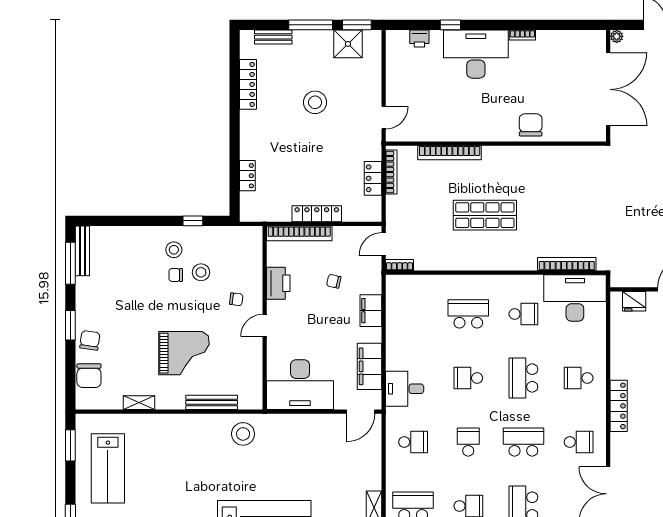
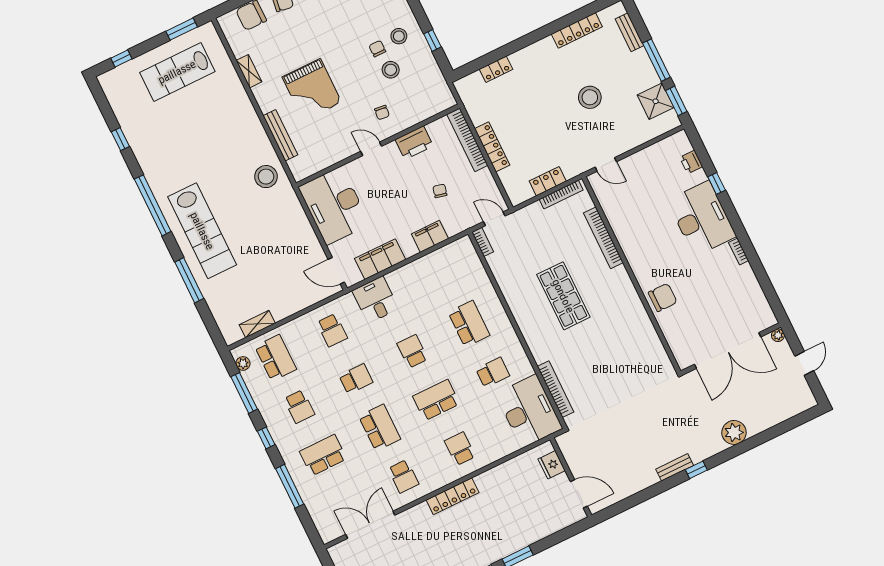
school desk: (523, 314) -> (493, 372), turned -90

